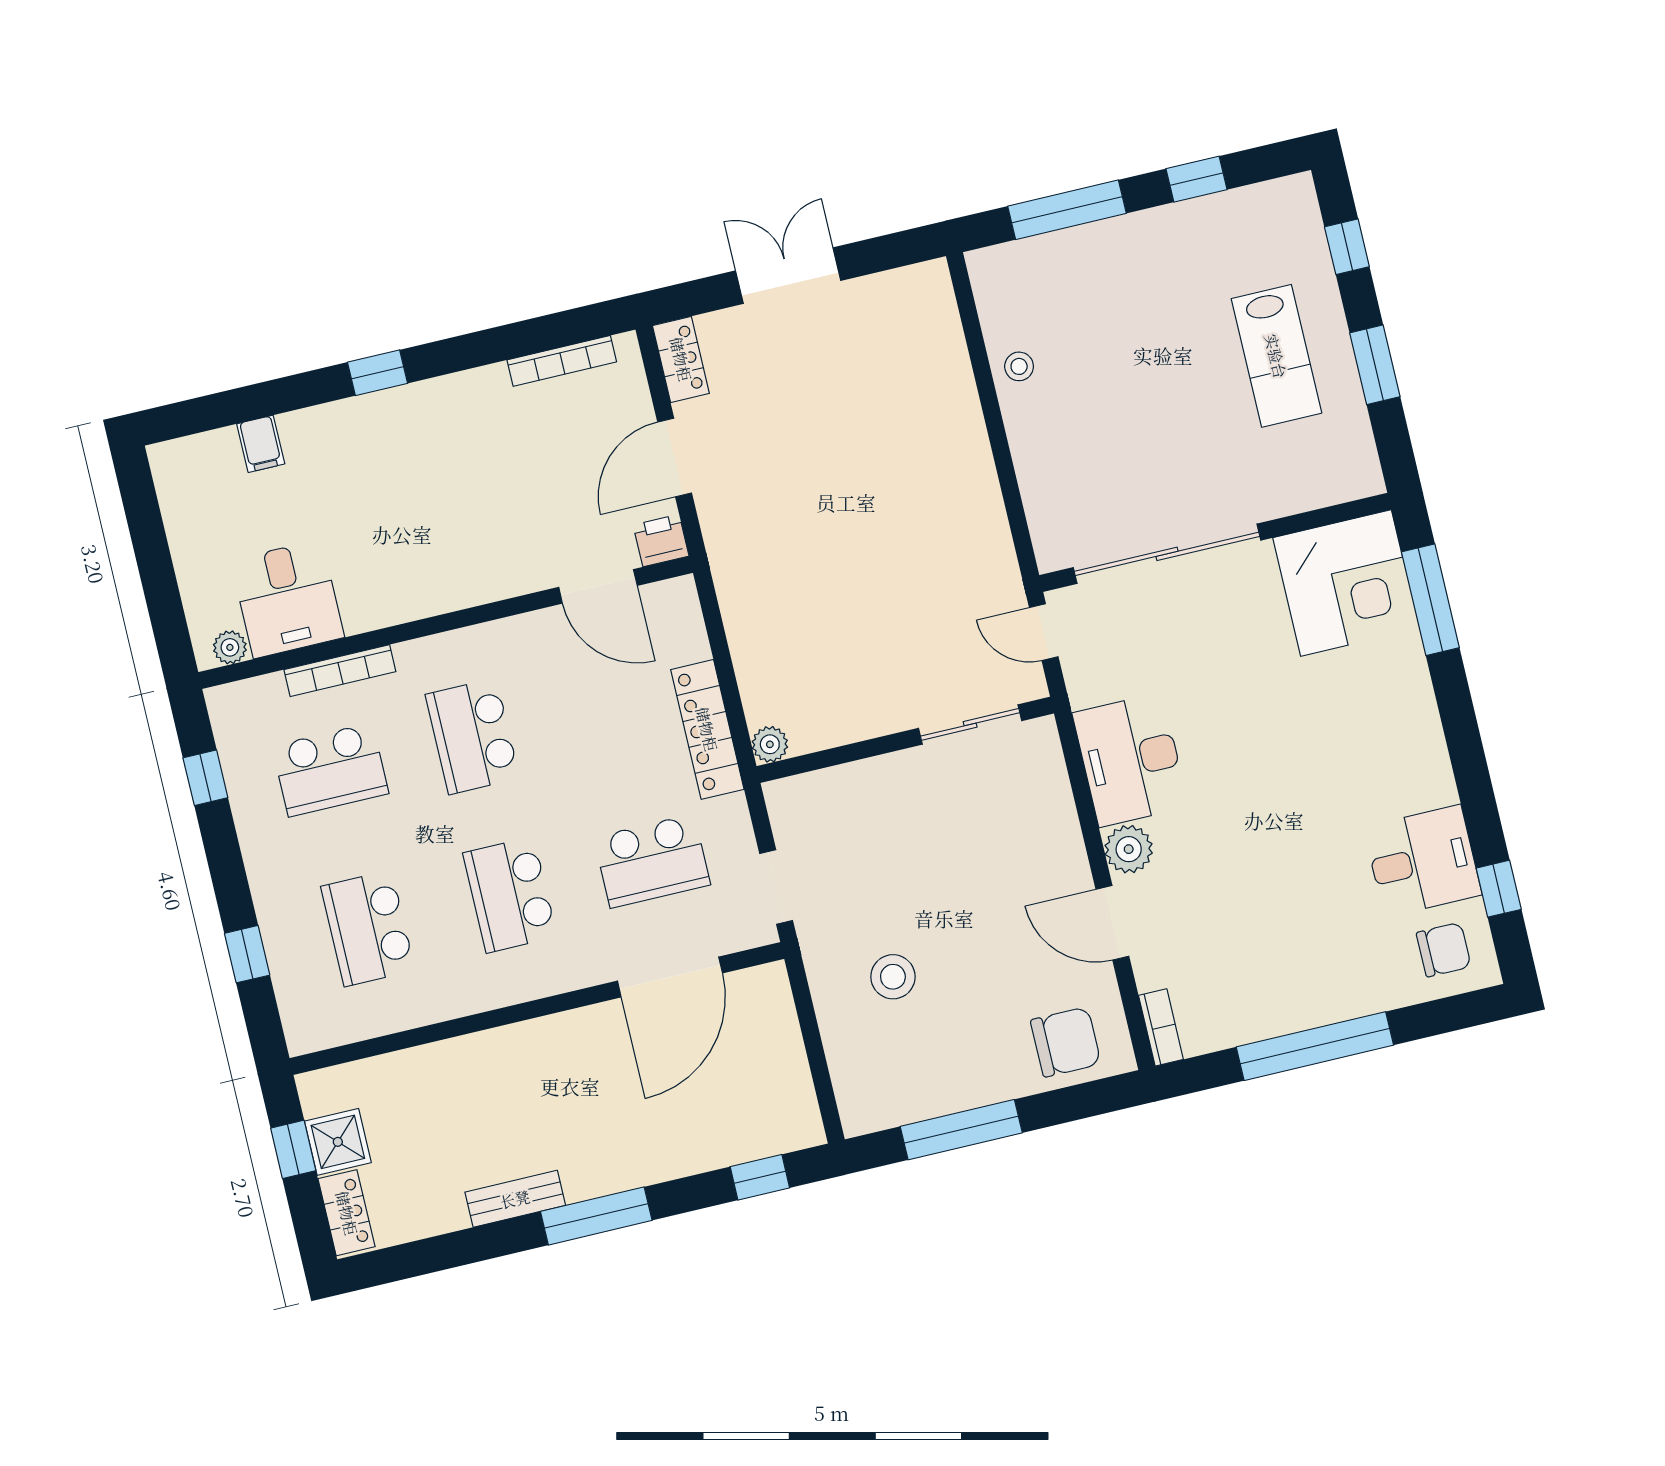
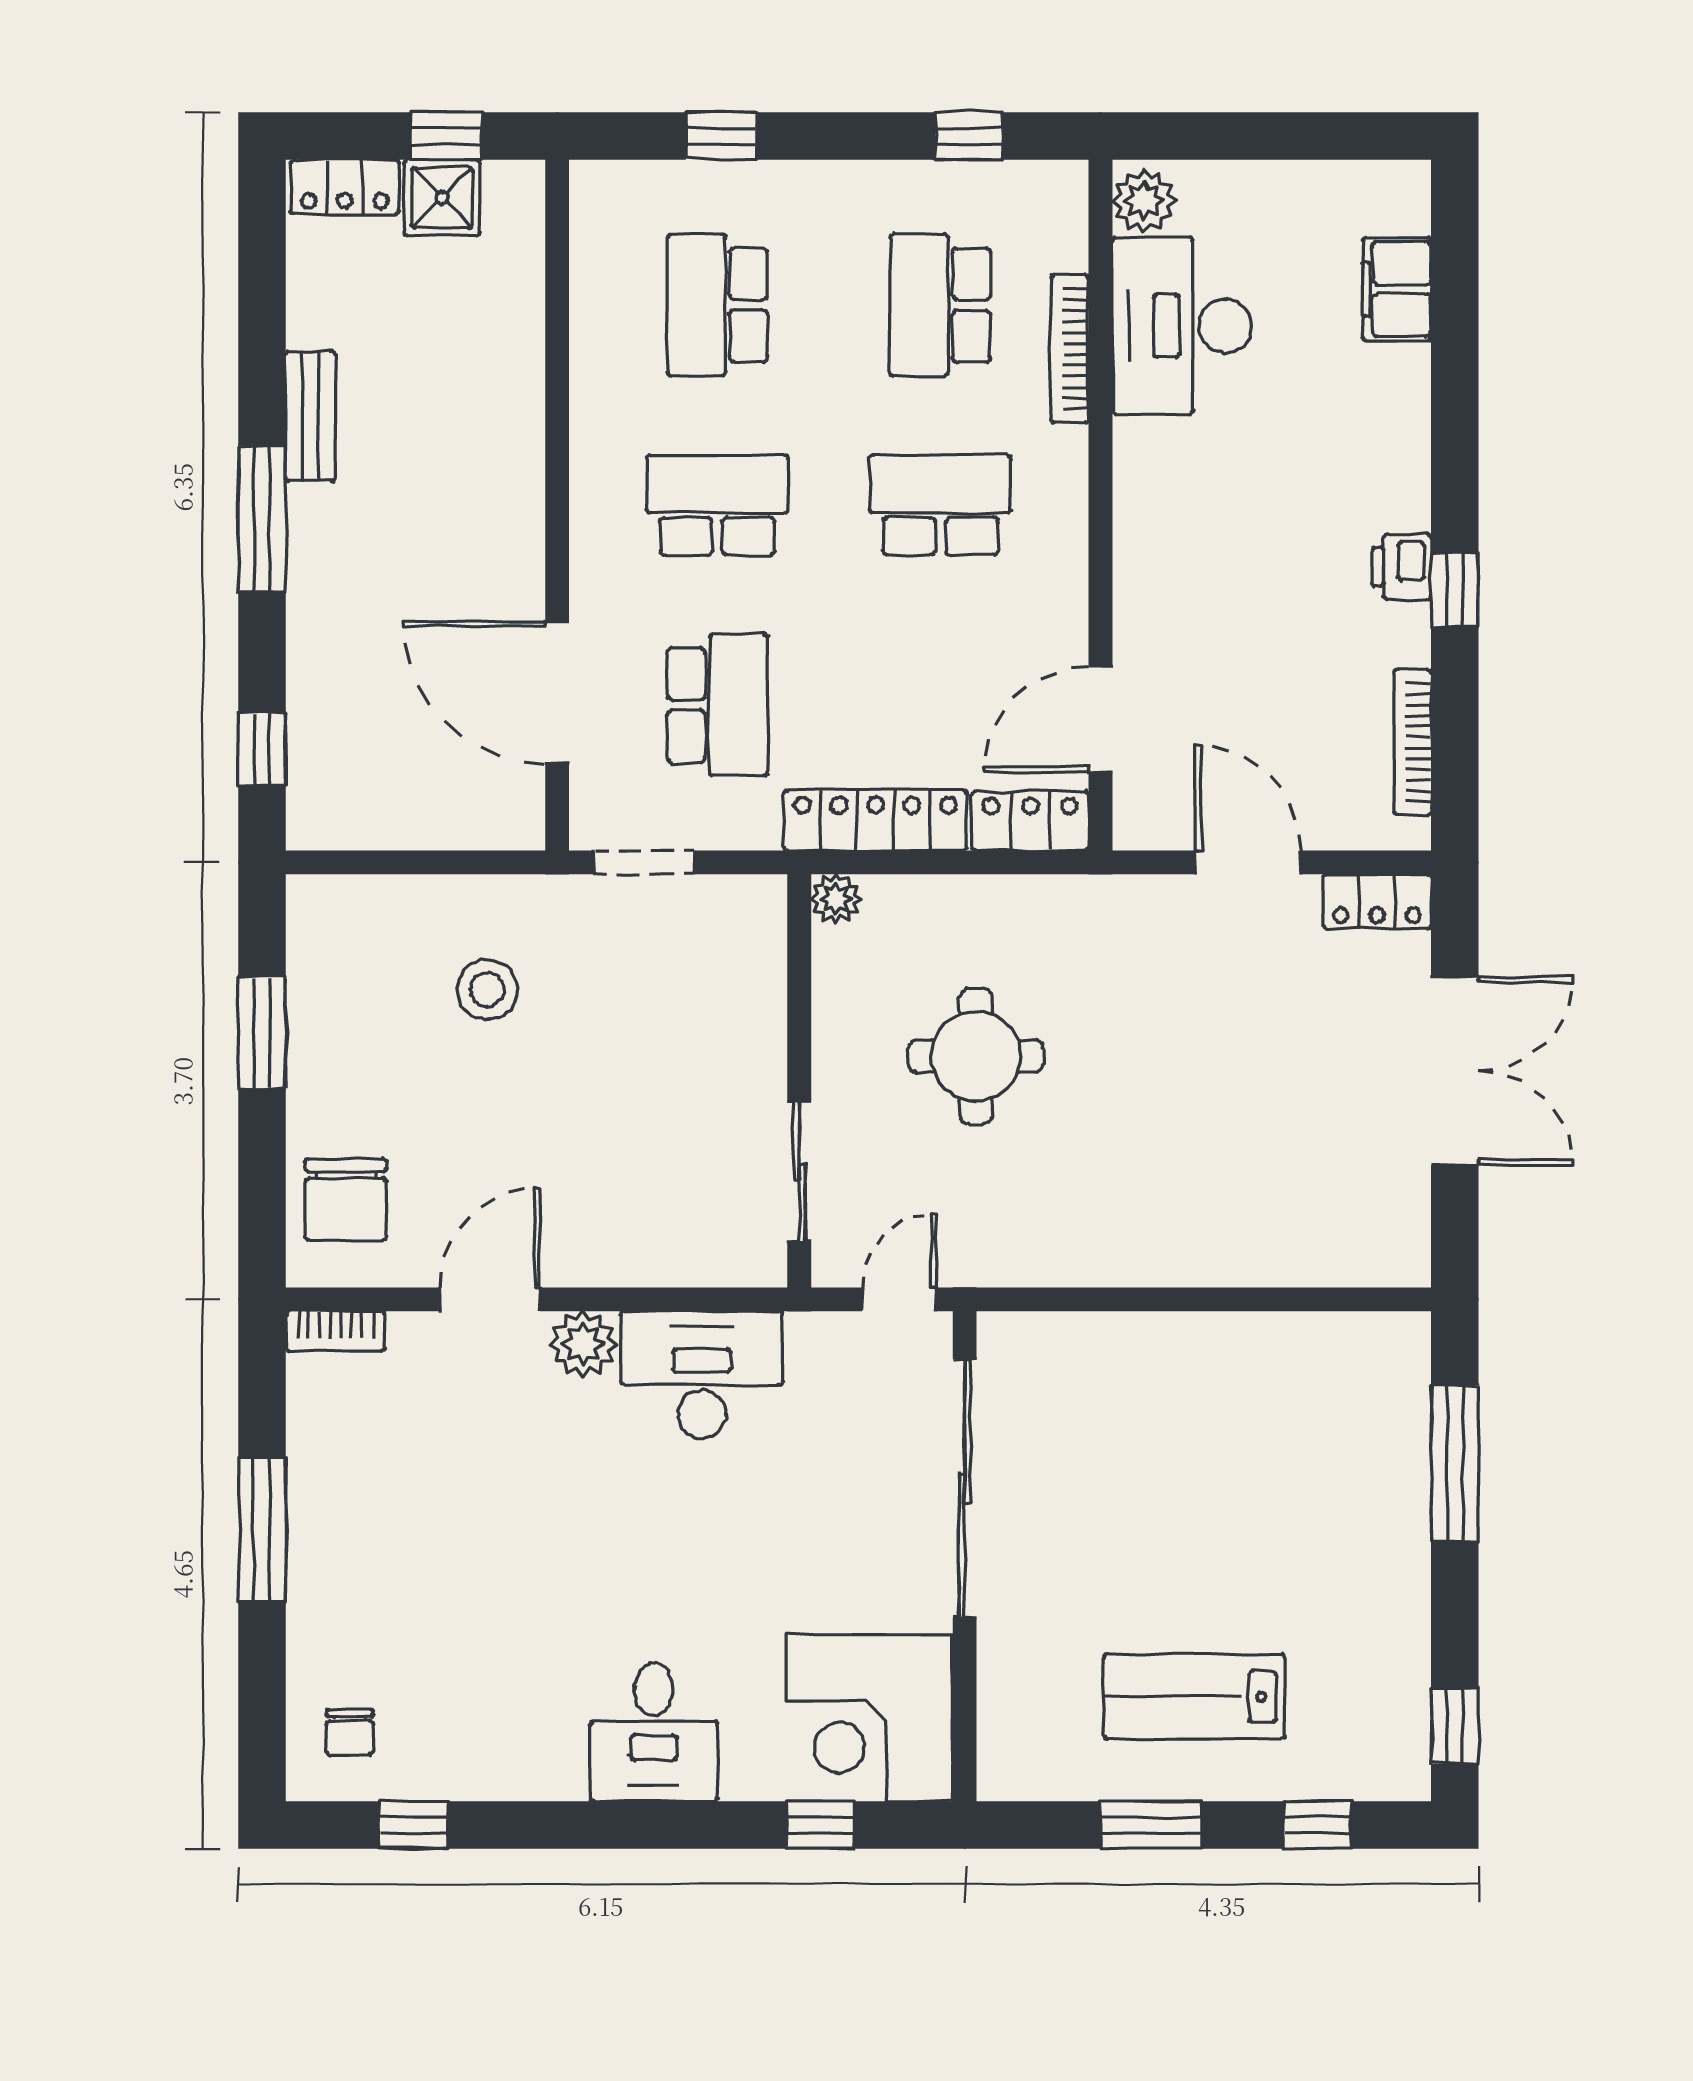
window: (1197, 179) -> (1455, 1726), moved
double door: (788, 276) -> (1455, 1071), width x1.37
stool: (1019, 366) -> (1261, 1350), removed
window: (378, 373) -> (1455, 590), moved
filing cabinet: (261, 444) -> (1397, 289), width x2.00
printer: (661, 541) -> (1402, 567), moved, turned 180
desk: (287, 599) -> (1182, 326), width x1.37
window: (1430, 600) -> (821, 1825), width x0.46
round table: (858, 618) -> (976, 1056), added
locker: (682, 619) -> (1030, 821), added
plant: (230, 647) -> (1144, 201), width x1.38, depth x1.38
school desk: (652, 861) -> (717, 705), turned 180
desk: (1423, 861) -> (654, 1732), moved
school desk: (368, 928) -> (717, 305), turned -90
chair: (1444, 950) -> (350, 1732), width x0.73, depth x0.73
window: (1315, 1046) -> (262, 1530), width x0.68
window: (961, 1130) -> (262, 1033), width x0.69

